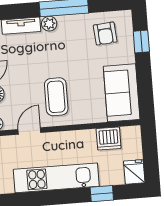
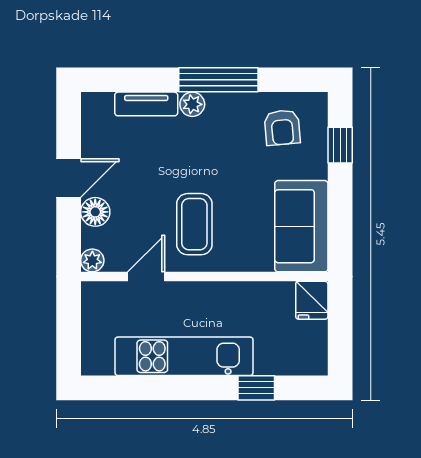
dishwasher: (109, 139) -> (274, 299), removed
fridge: (134, 172) -> (312, 300), moved, turned 180

